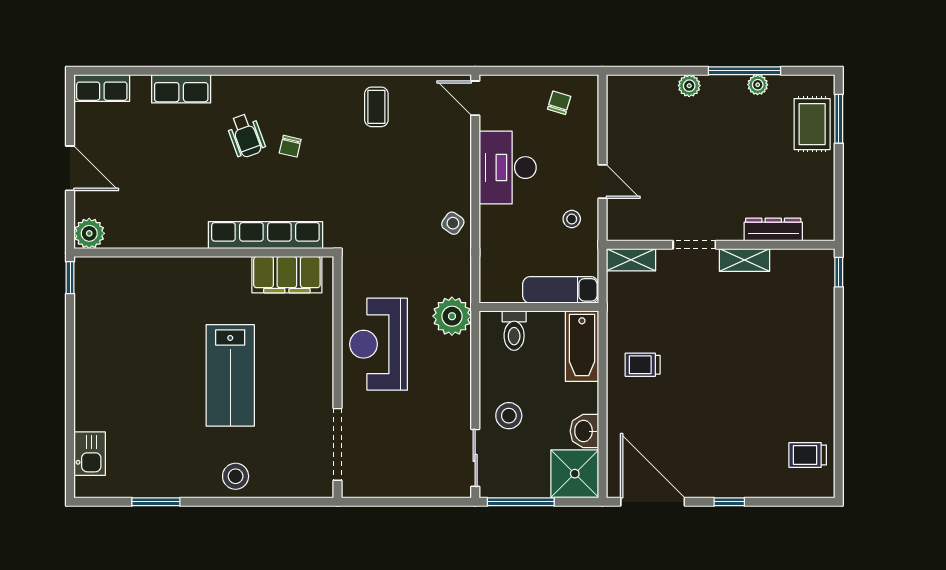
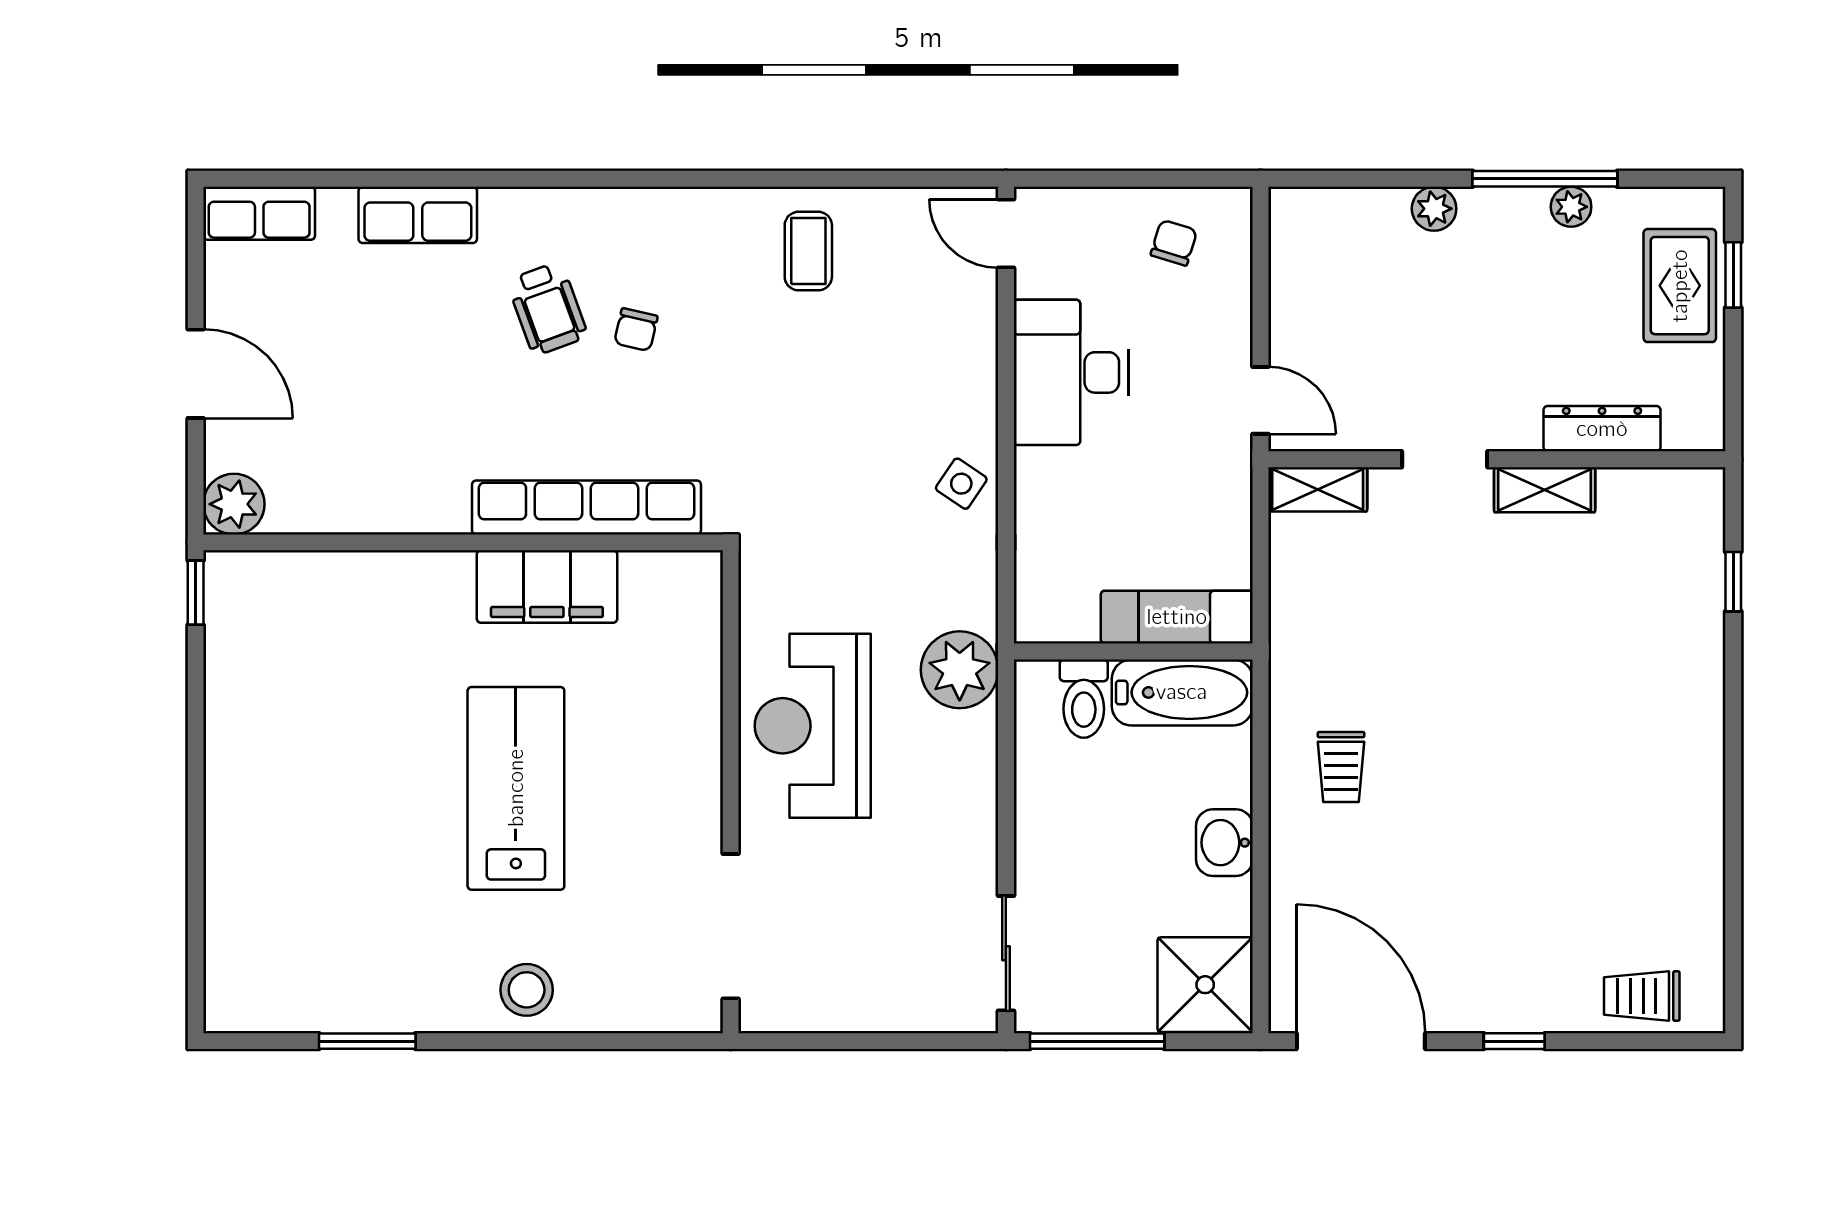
window: (839, 119) -> (1733, 275), width x0.67
stool: (572, 219) -> (1199, 475), removed
dresser: (773, 229) -> (1602, 429), moved
doorway: (694, 245) -> (1445, 459), moved
wall: (721, 245) -> (1497, 459), moved
shelving: (631, 260) -> (1318, 489), moved
shelving: (744, 260) -> (1545, 490), moved
filing cabinet: (287, 275) -> (547, 587), moved
bathtub: (582, 346) -> (1182, 692), moved, turned -90
trolley: (643, 365) -> (1341, 767), turned -90
lab bench: (230, 375) -> (516, 788), turned 180
stool: (509, 416) -> (1073, 869), removed
washbasin: (584, 431) -> (1224, 843), moved
kitchen sink: (90, 454) -> (235, 945), removed
trolley: (808, 455) -> (1642, 996), moved

